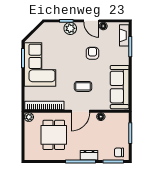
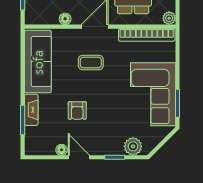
plant: (70, 28) -> (133, 146), moved
fireplace: (124, 35) -> (31, 110), moved

